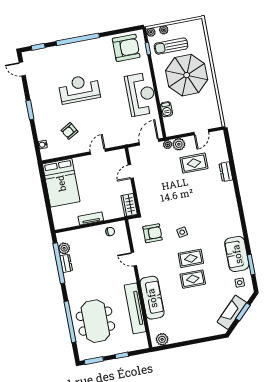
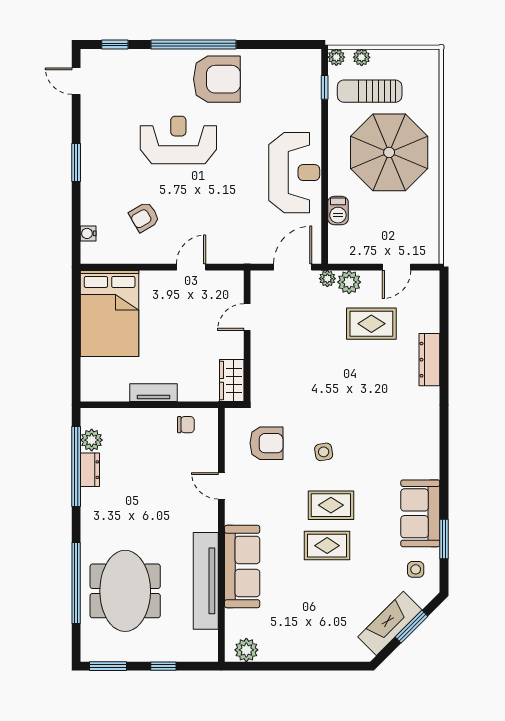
armchair: (126, 48) -> (217, 79), moved
dresser: (226, 172) -> (429, 360), width x1.44

